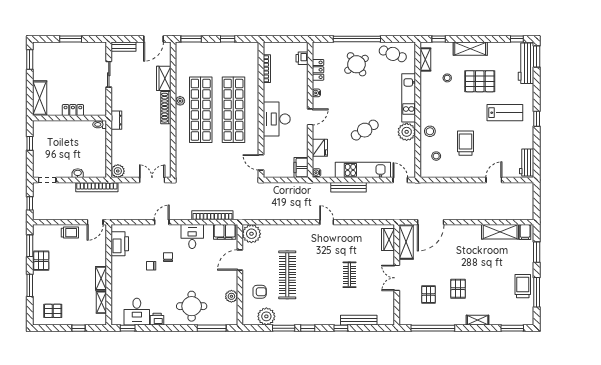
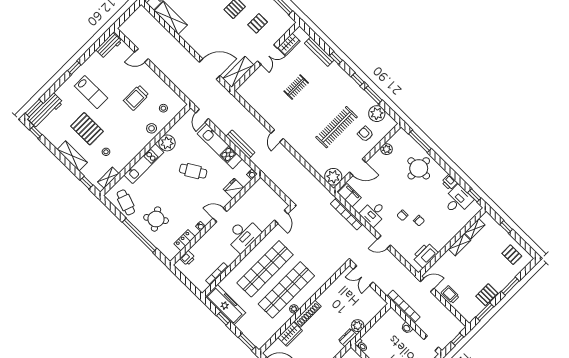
freezer: (237, 51) -> (225, 305), added
lab bench: (505, 113) -> (91, 92), turned 180
filing cabinet: (301, 167) -> (258, 188), removed
plant: (118, 171) -> (358, 326), moved
wardrobe: (388, 240) -> (289, 44), moved

